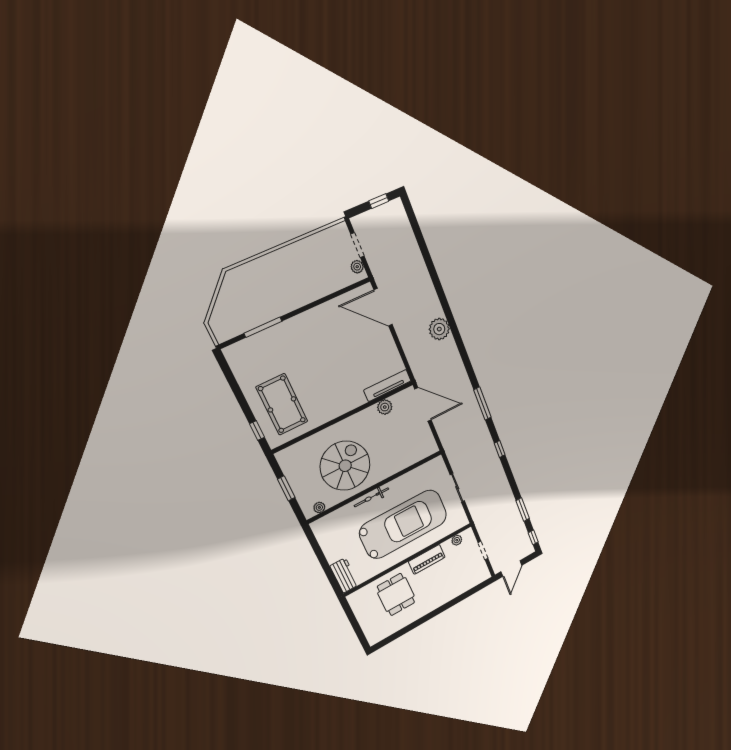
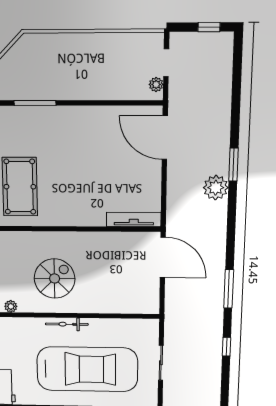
window: (445, 304) -> (233, 165), added
plant: (385, 407) -> (121, 240), removed
spiral stairs: (345, 466) -> (55, 278), width x0.73, depth x0.73

